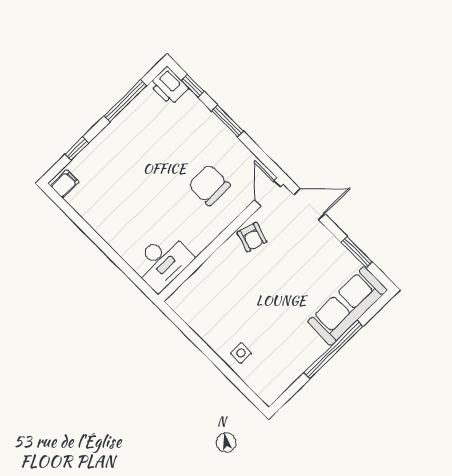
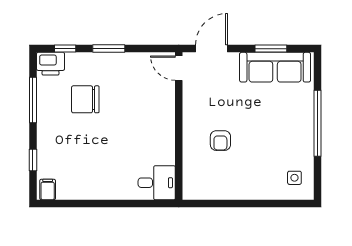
chair: (209, 185) -> (85, 99), moved
armchair: (252, 237) -> (220, 141), moved, turned 73
desk: (162, 262) -> (157, 183), width x0.73
sofa: (348, 306) -> (275, 67), moved, turned -90
side table: (241, 353) -> (294, 178), moved

